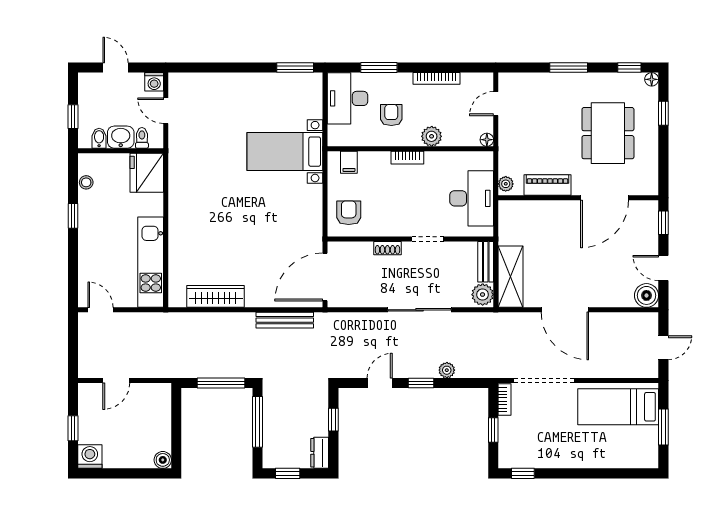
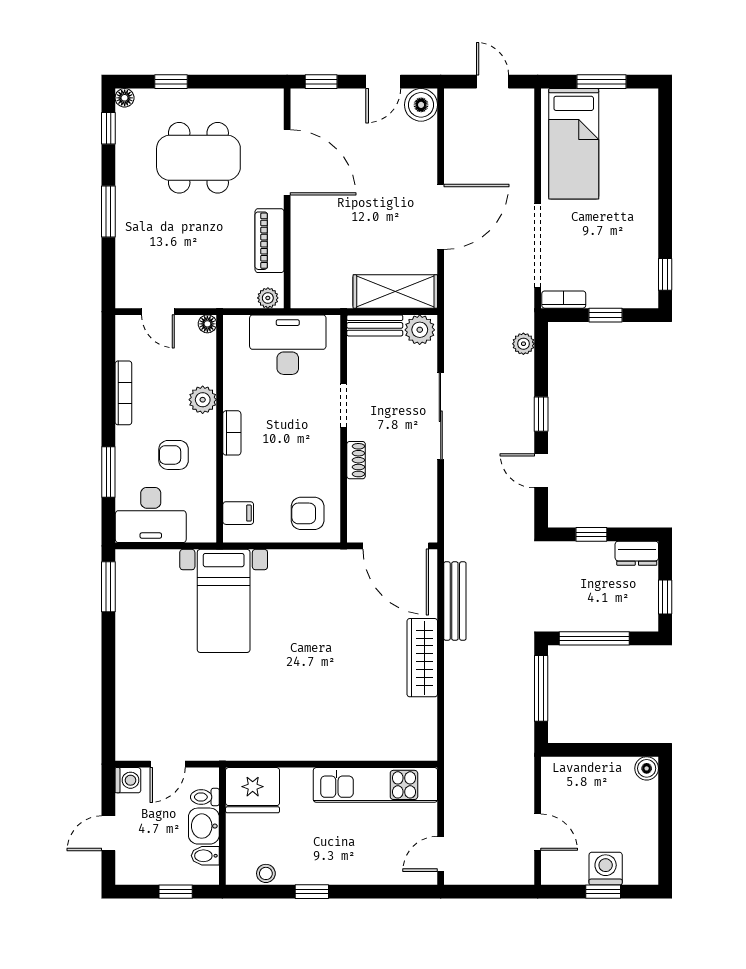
wardrobe: (216, 296) -> (422, 658), moved
plant: (447, 370) -> (523, 344), moved
washing machine: (90, 457) -> (606, 868), moved, turned 90

